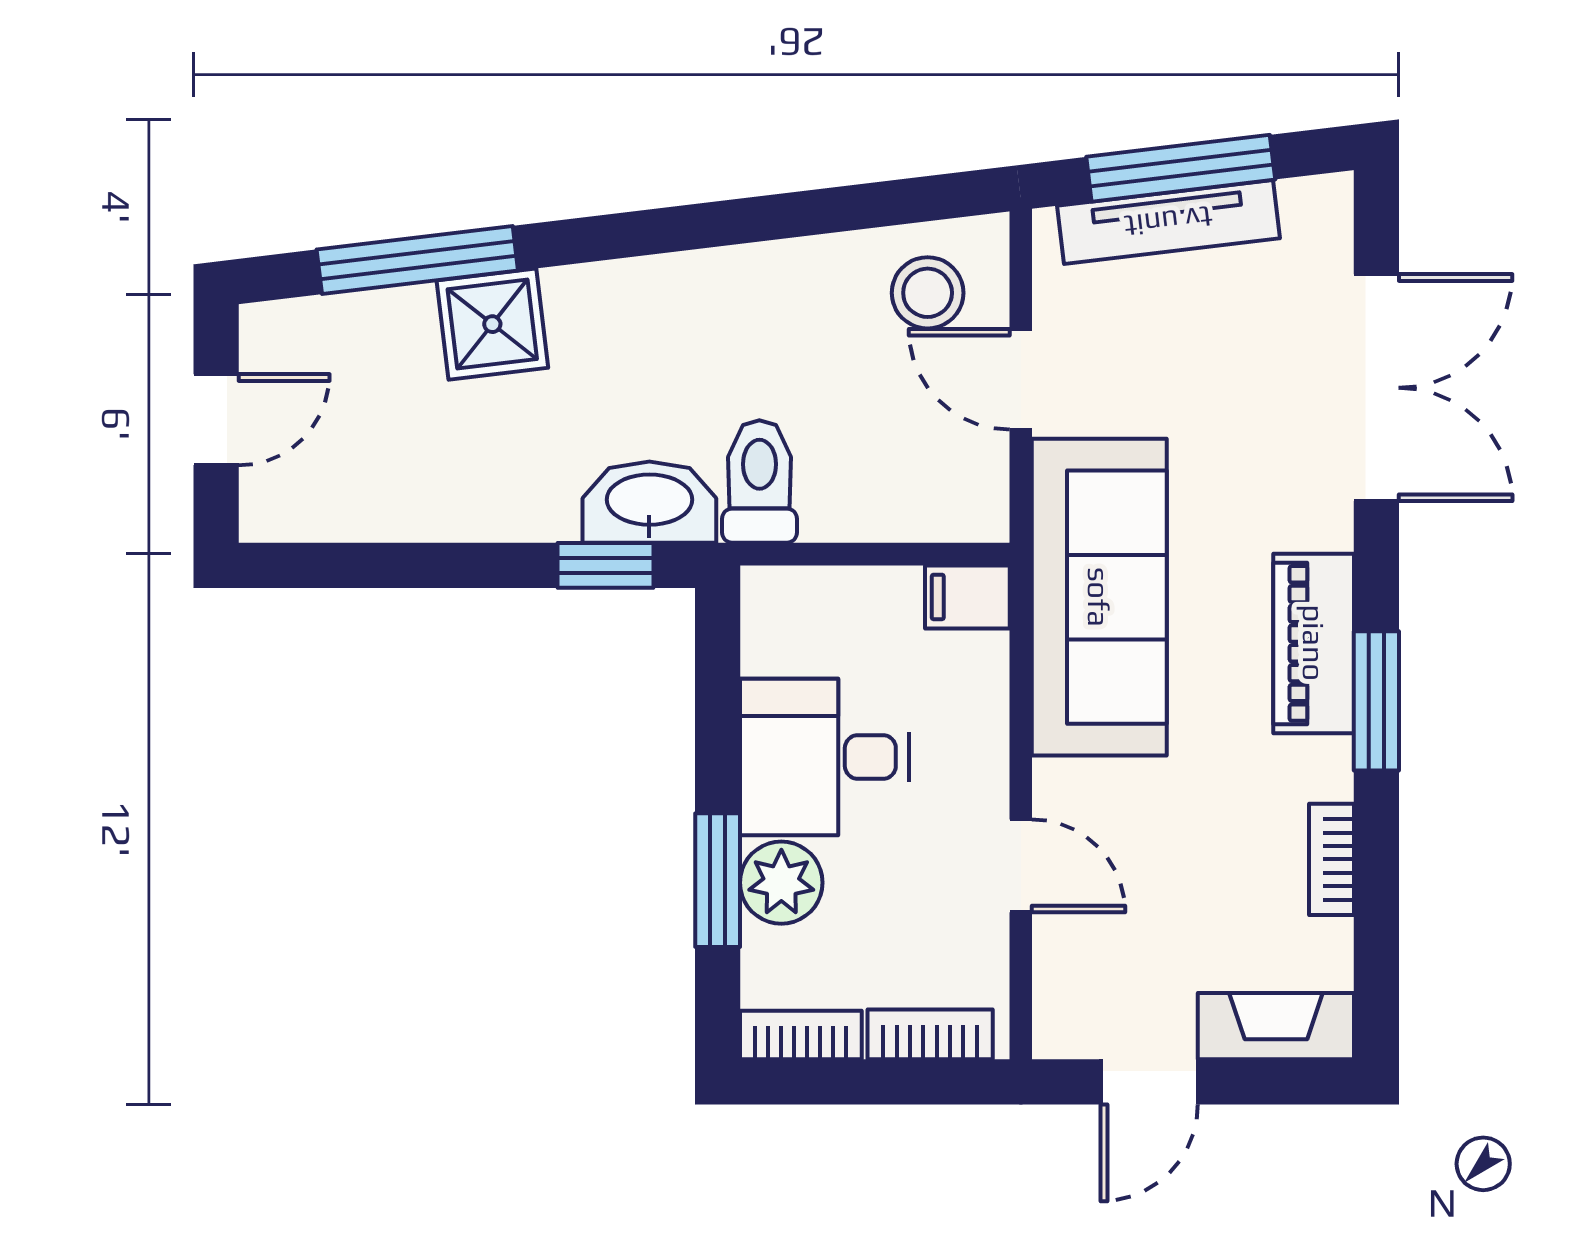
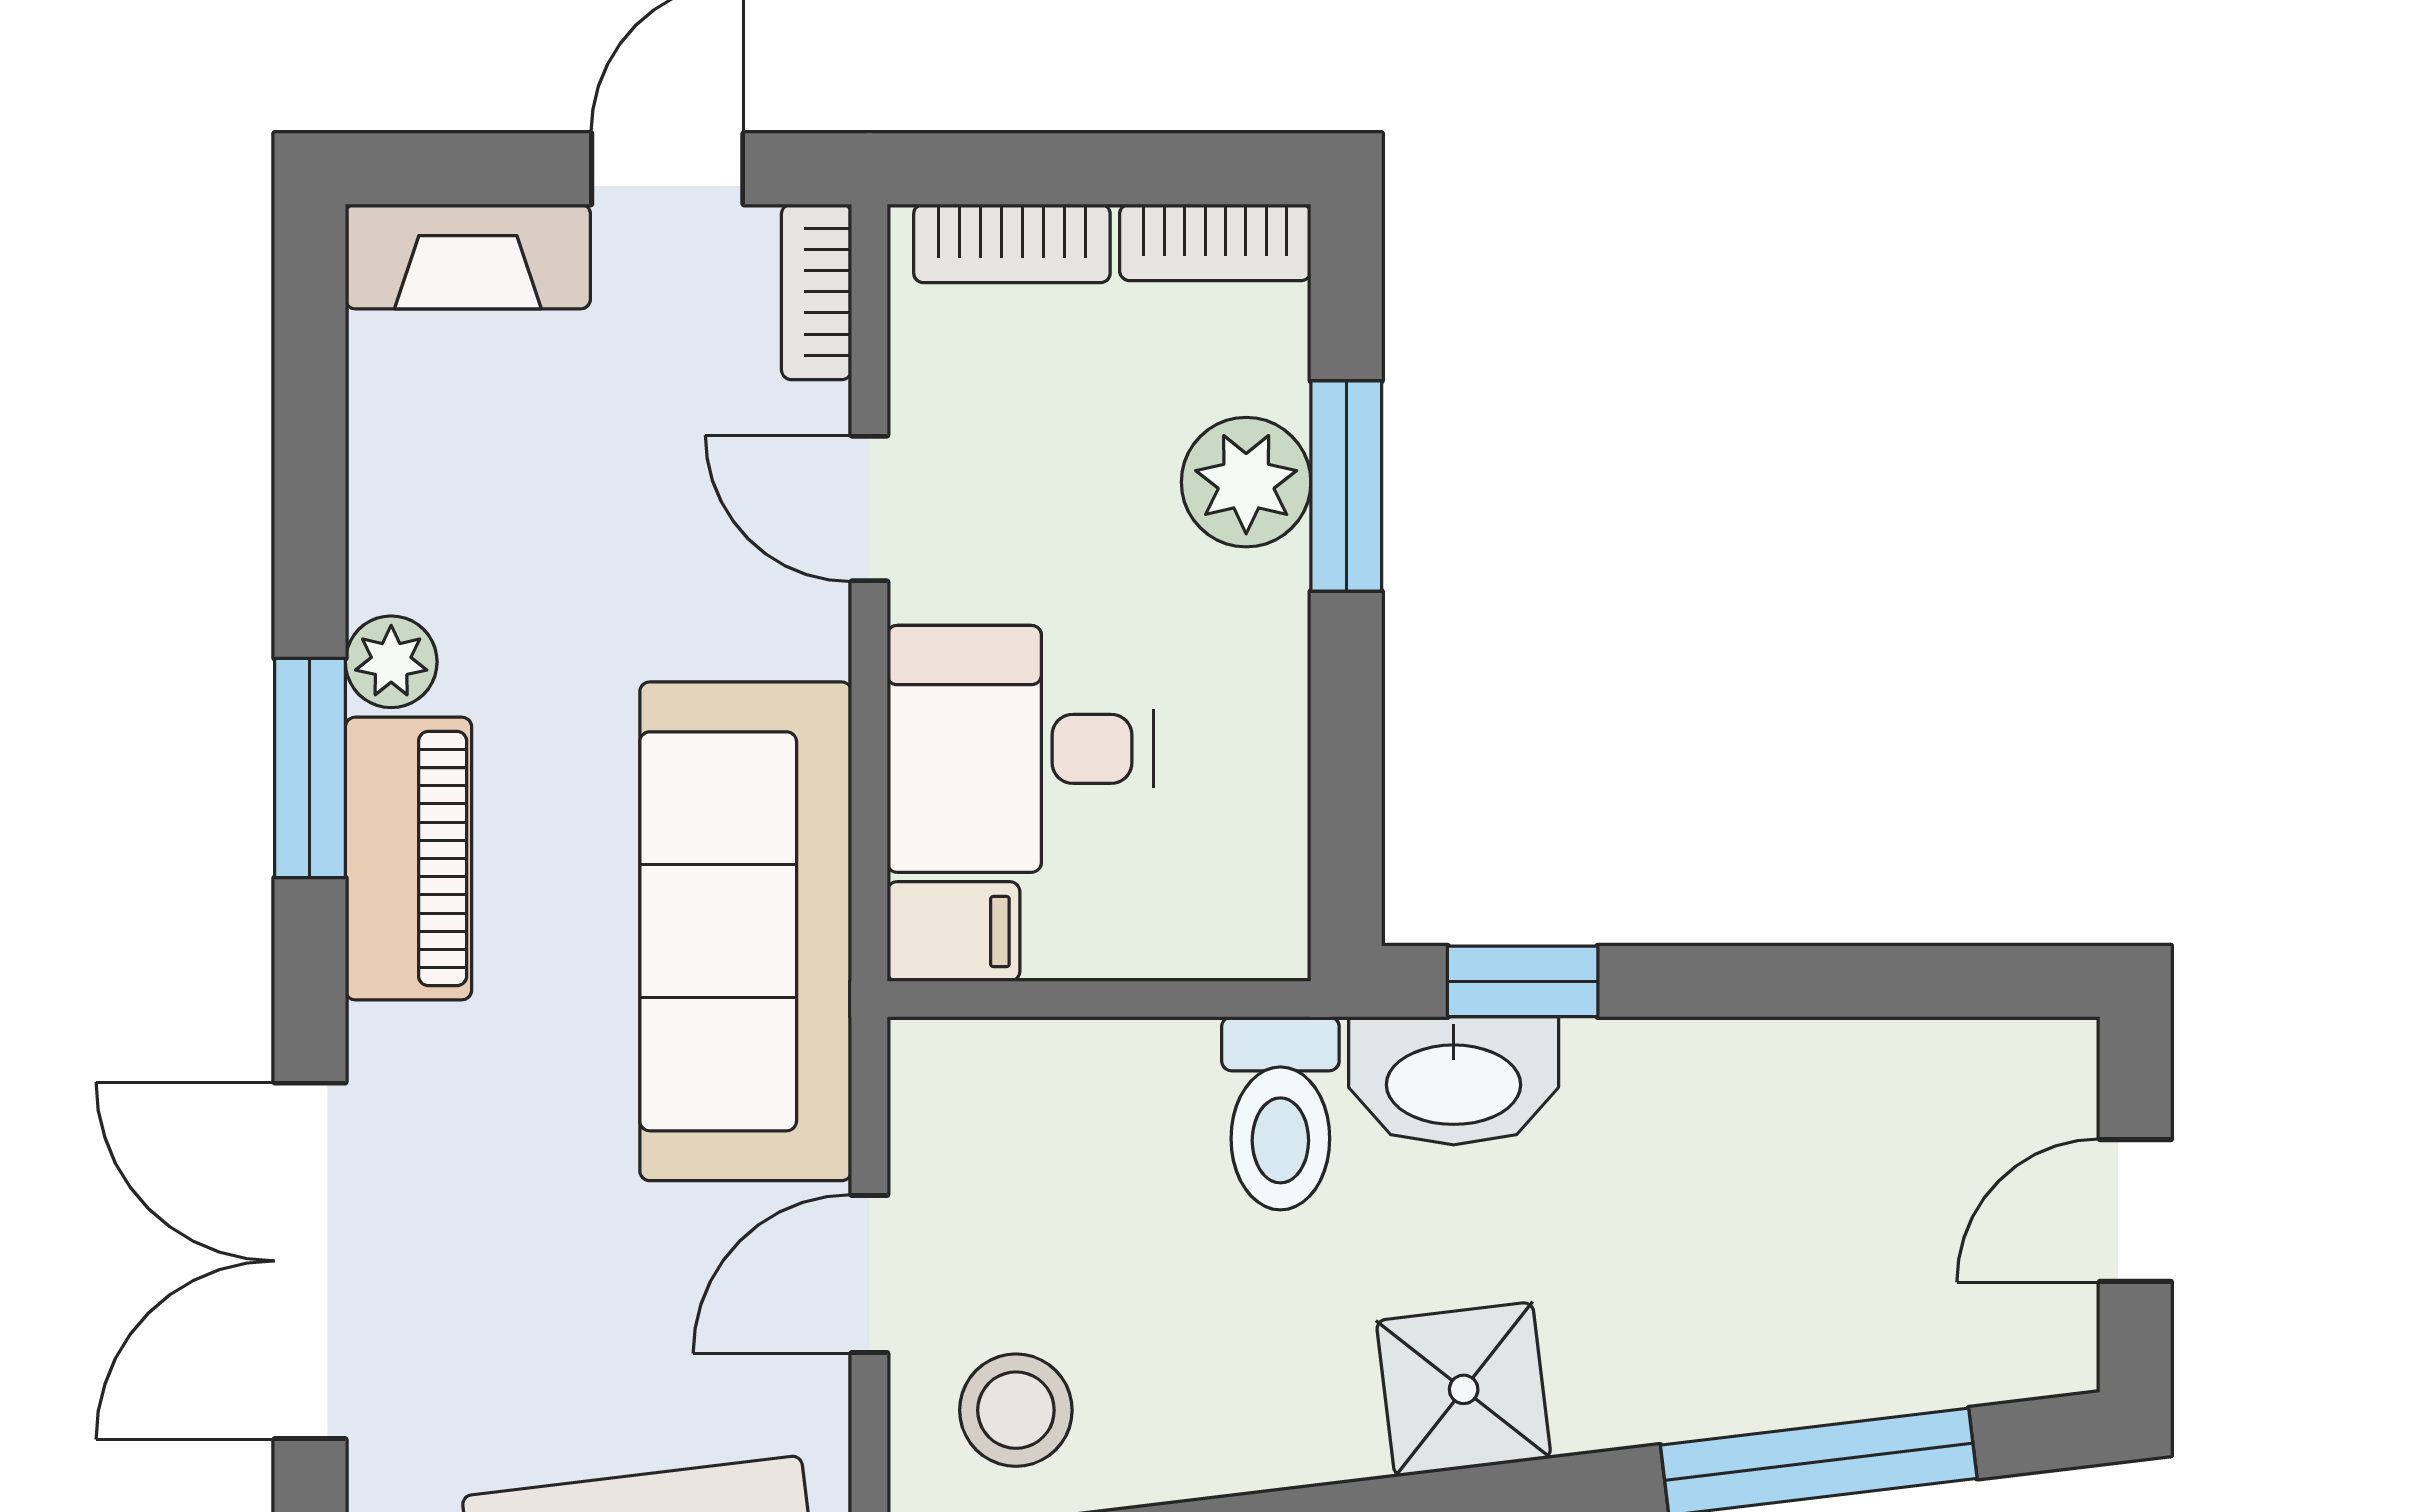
shower: (492, 324) -> (1464, 1389), moved
door: (1021, 379) -> (869, 1274), swing flipped
desk: (825, 757) -> (1020, 749), moved, turned 180
plant: (1325, 768) -> (391, 662), added
bookcase: (1332, 859) -> (817, 292), moved, turned 180

